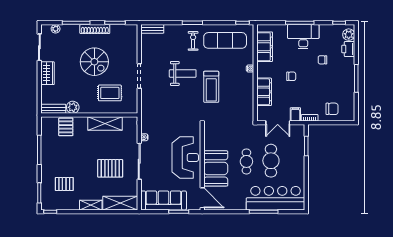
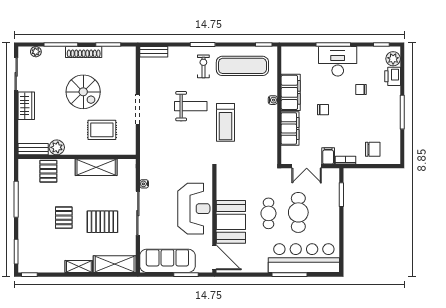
filing cabinet: (265, 47) -> (291, 92), moved
pallet: (64, 184) -> (64, 218), moved, turned 90

